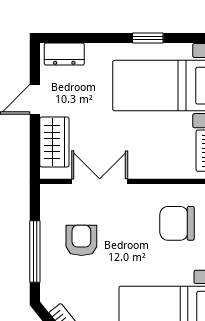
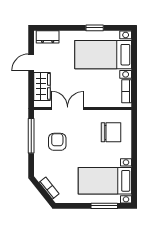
chair: (177, 223) -> (111, 132), turned 180
window: (35, 251) -> (31, 136), moved

